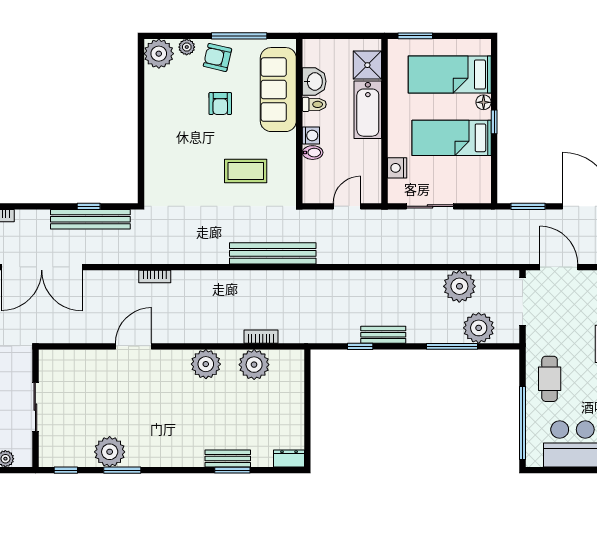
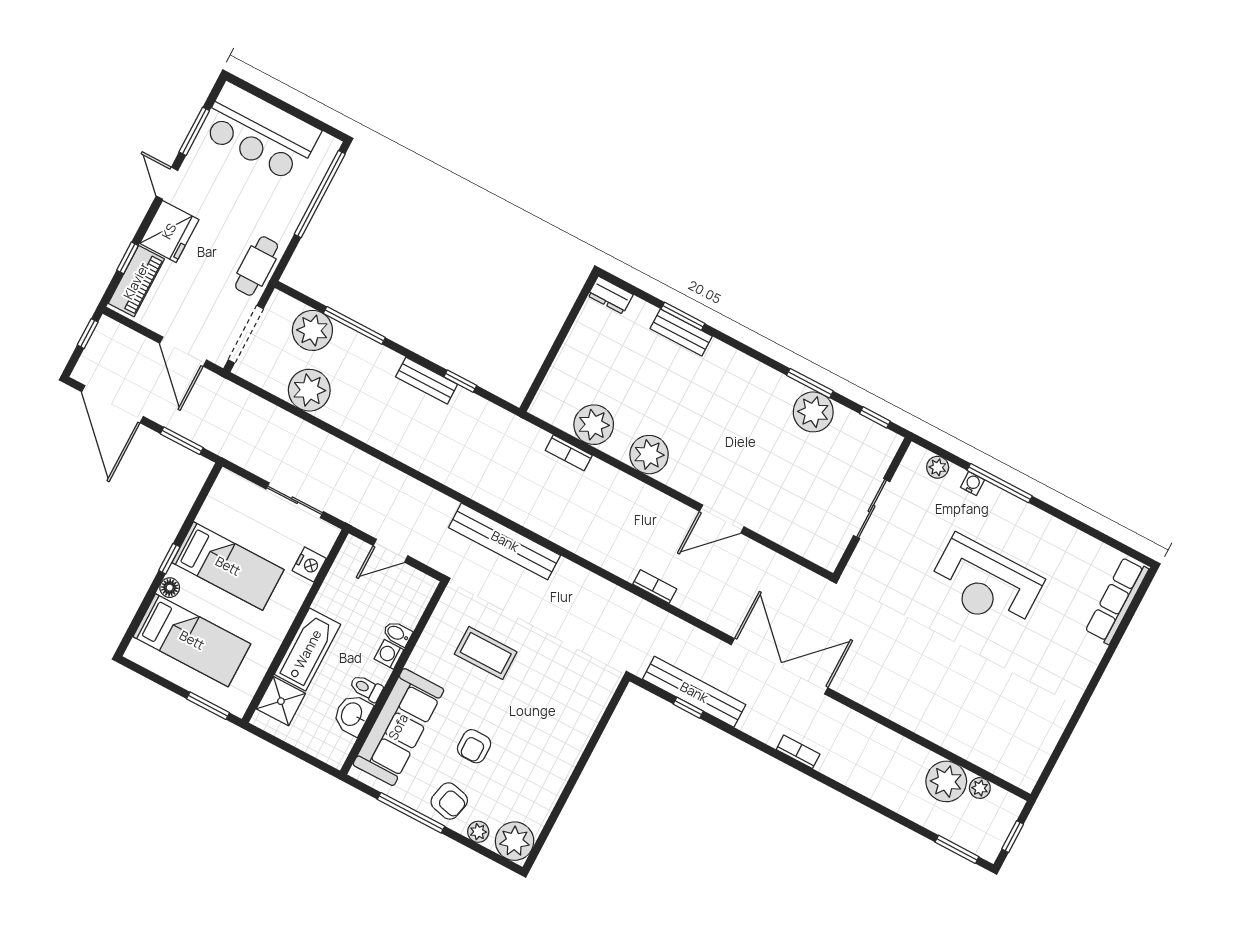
armchair: (220, 104) -> (474, 746), turned 180
cafe table: (550, 379) -> (257, 266), moved

